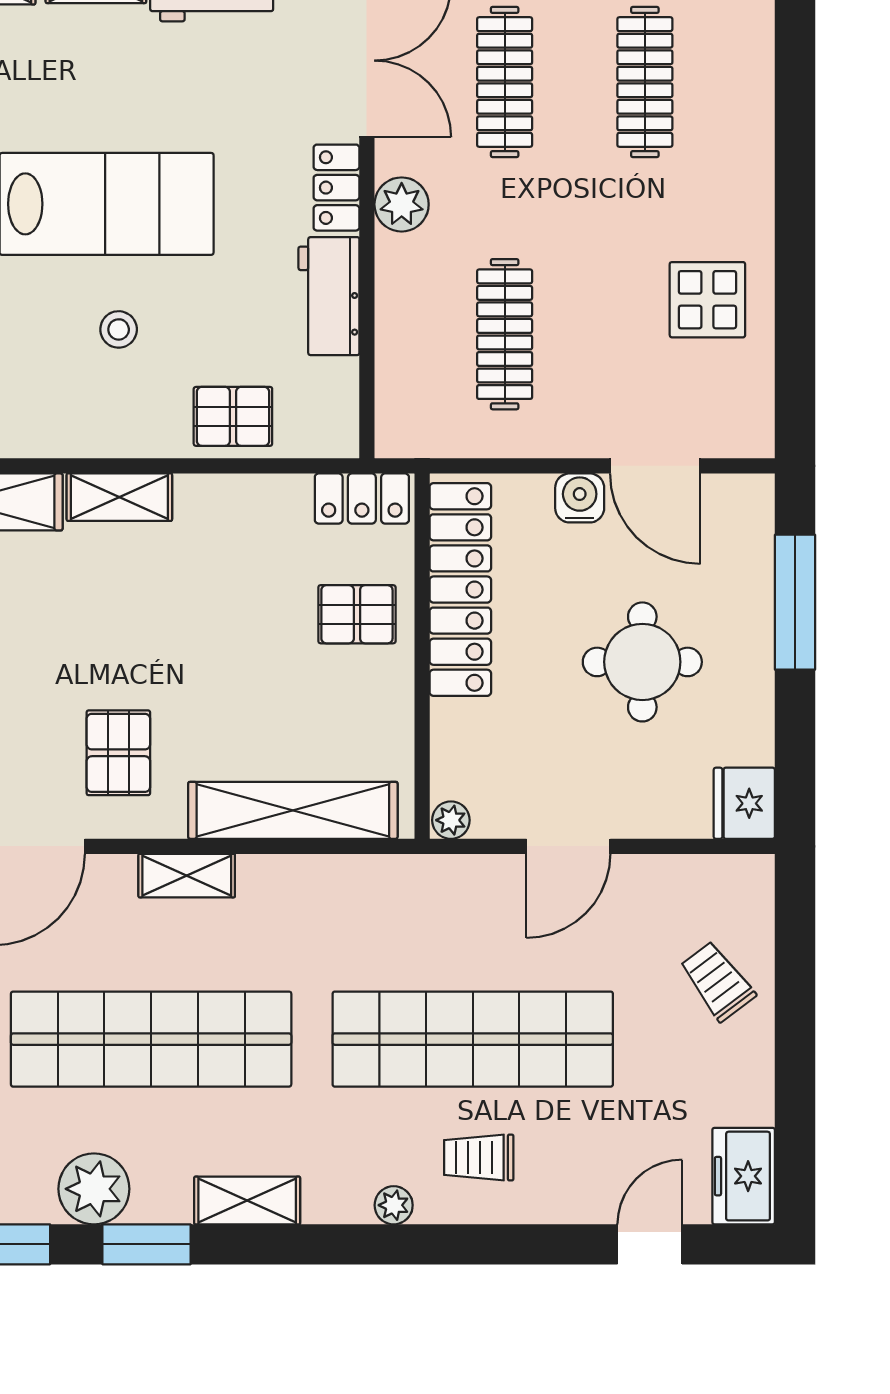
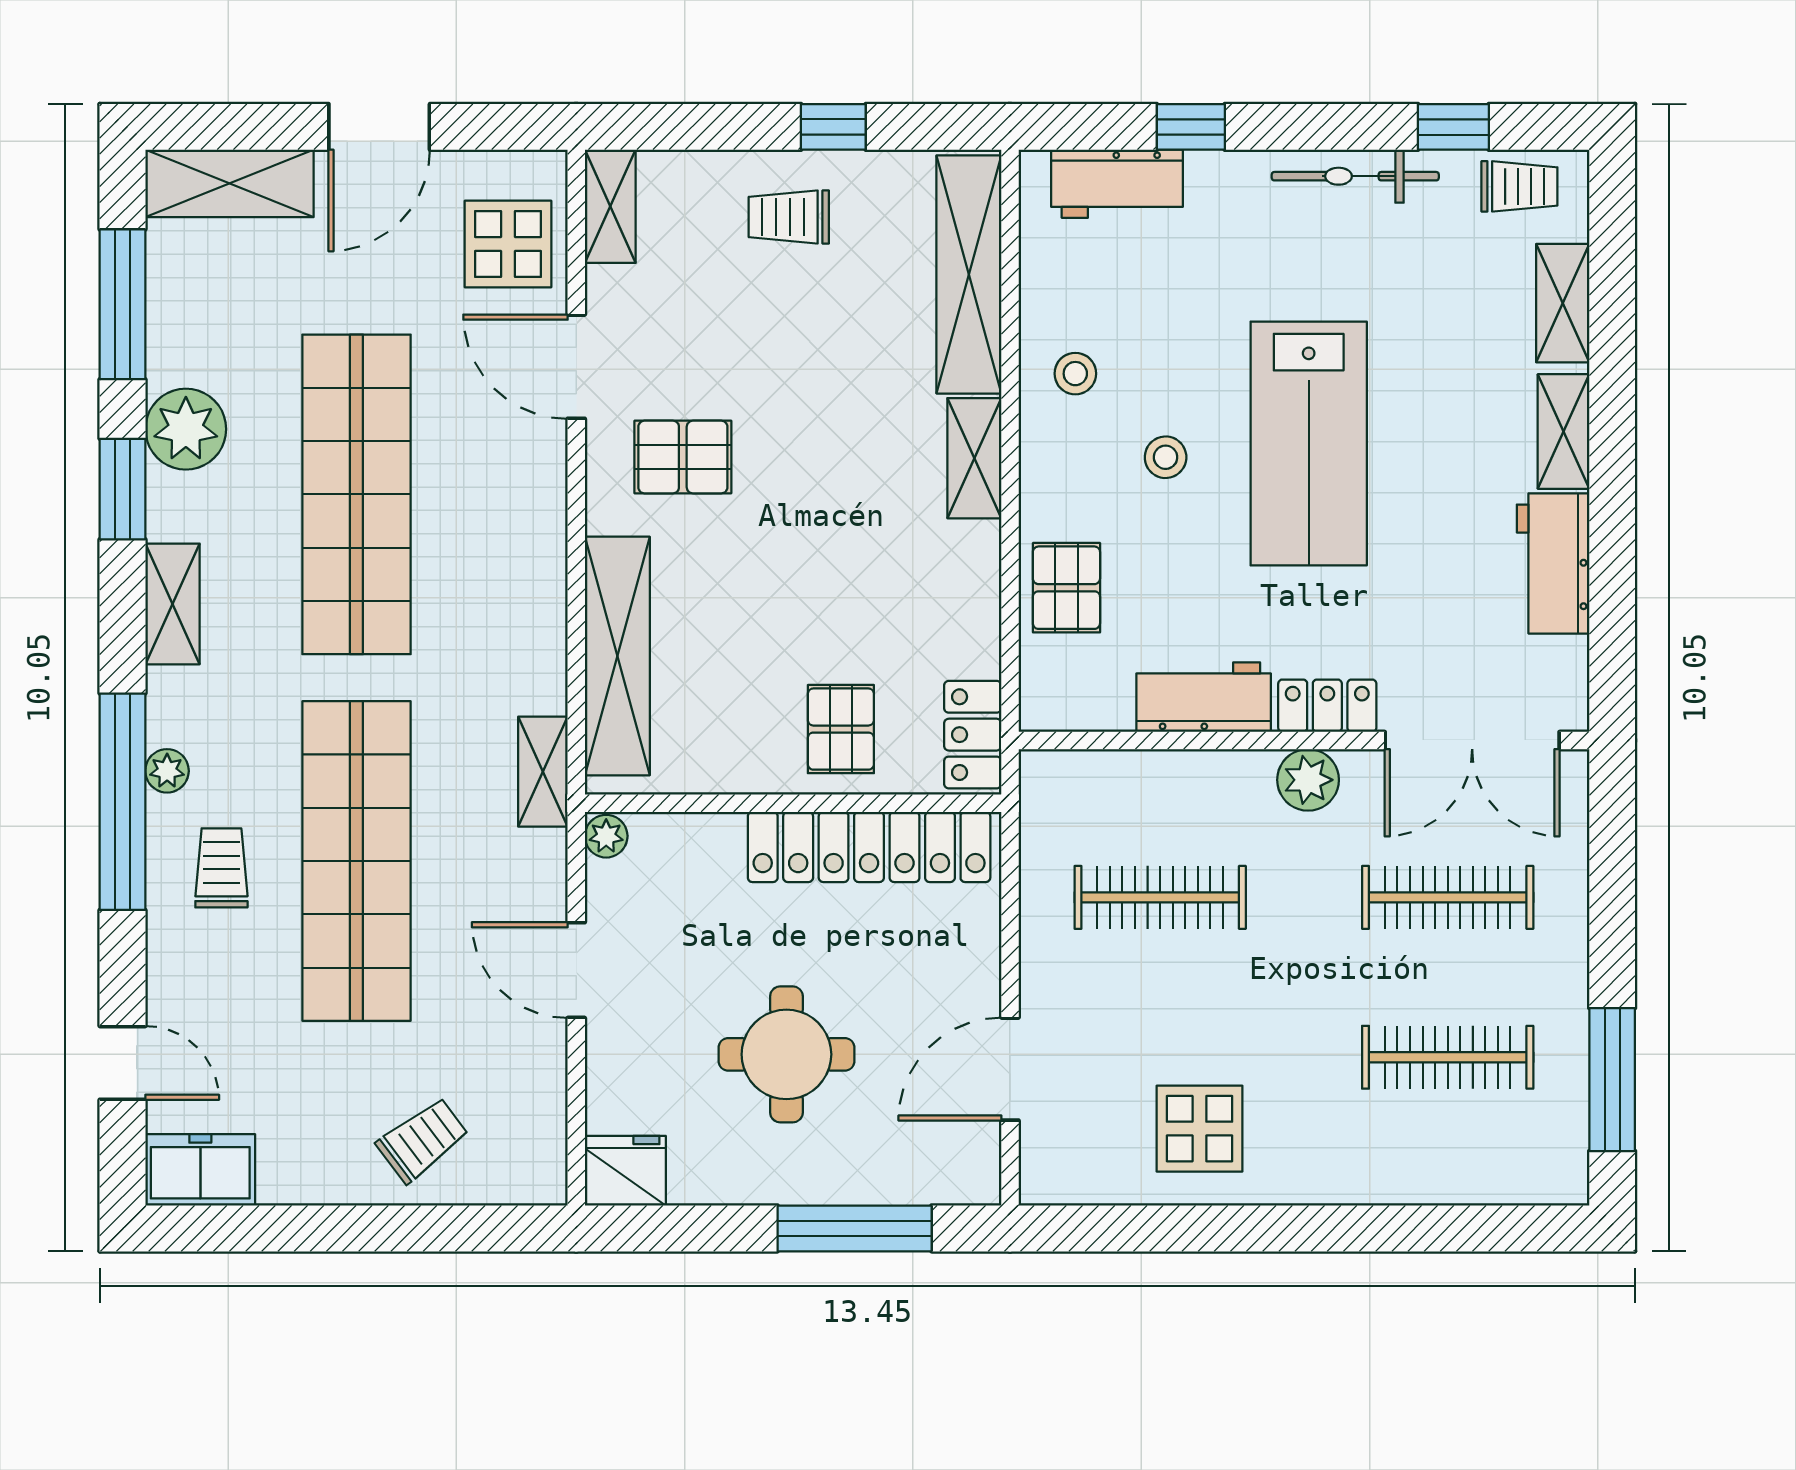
stool: (45, 409) -> (1075, 374), added
water cooler: (580, 498) -> (973, 983), removed
shelving: (187, 876) -> (543, 772), moved
window: (421, 1244) -> (122, 802), added

